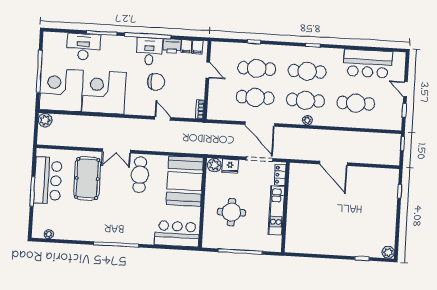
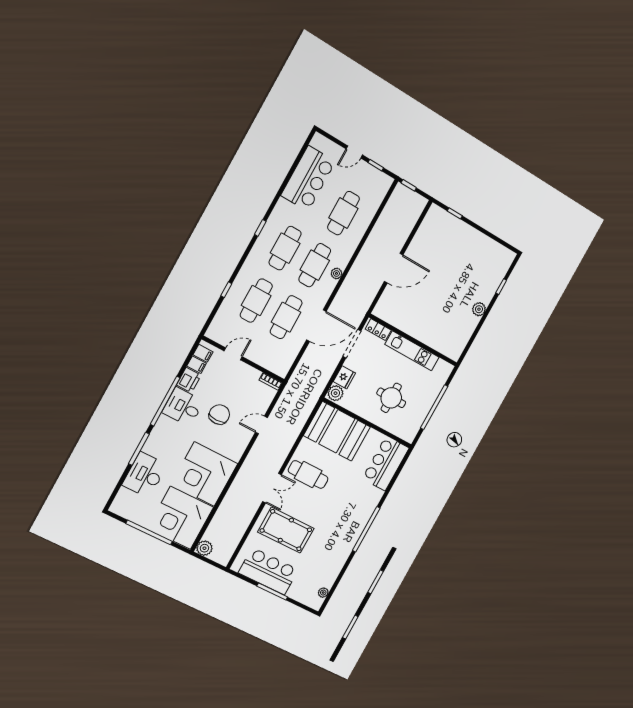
plant: (388, 252) -> (479, 309), moved

